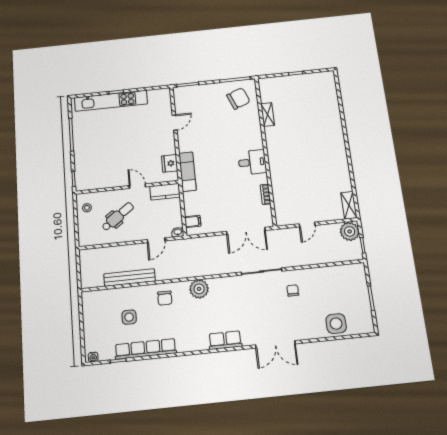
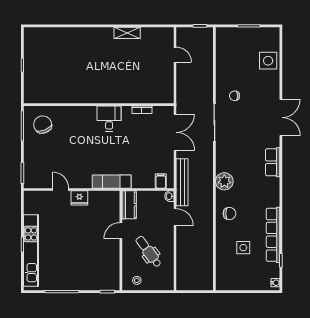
shelving: (268, 114) -> (62, 98), removed
fridge: (170, 163) -> (79, 198), moved
shelving: (349, 205) -> (127, 33), moved
door: (307, 225) -> (175, 55), moved
plant: (350, 231) -> (186, 36), removed
bench: (130, 278) -> (182, 182), moved

